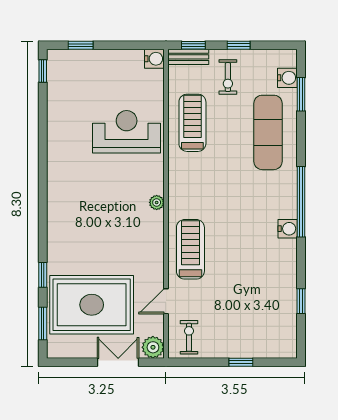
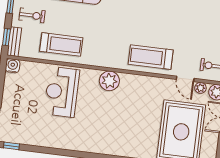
treadmill: (192, 123) -> (61, 44), turned 180
plant: (157, 202) -> (109, 81), width x1.87, depth x1.87
plant: (156, 324) -> (200, 88), added

